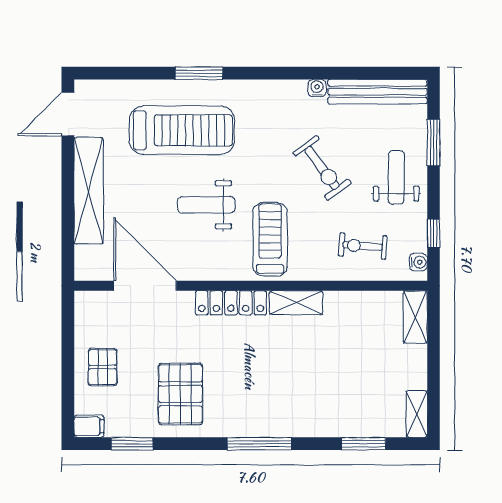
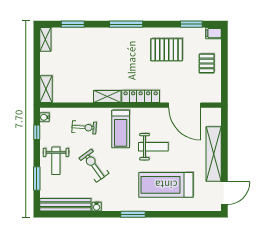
window: (199, 73) -> (133, 214), moved
exercise bike: (363, 246) -> (84, 127), moved
pallet: (180, 394) -> (167, 50), turned 90

